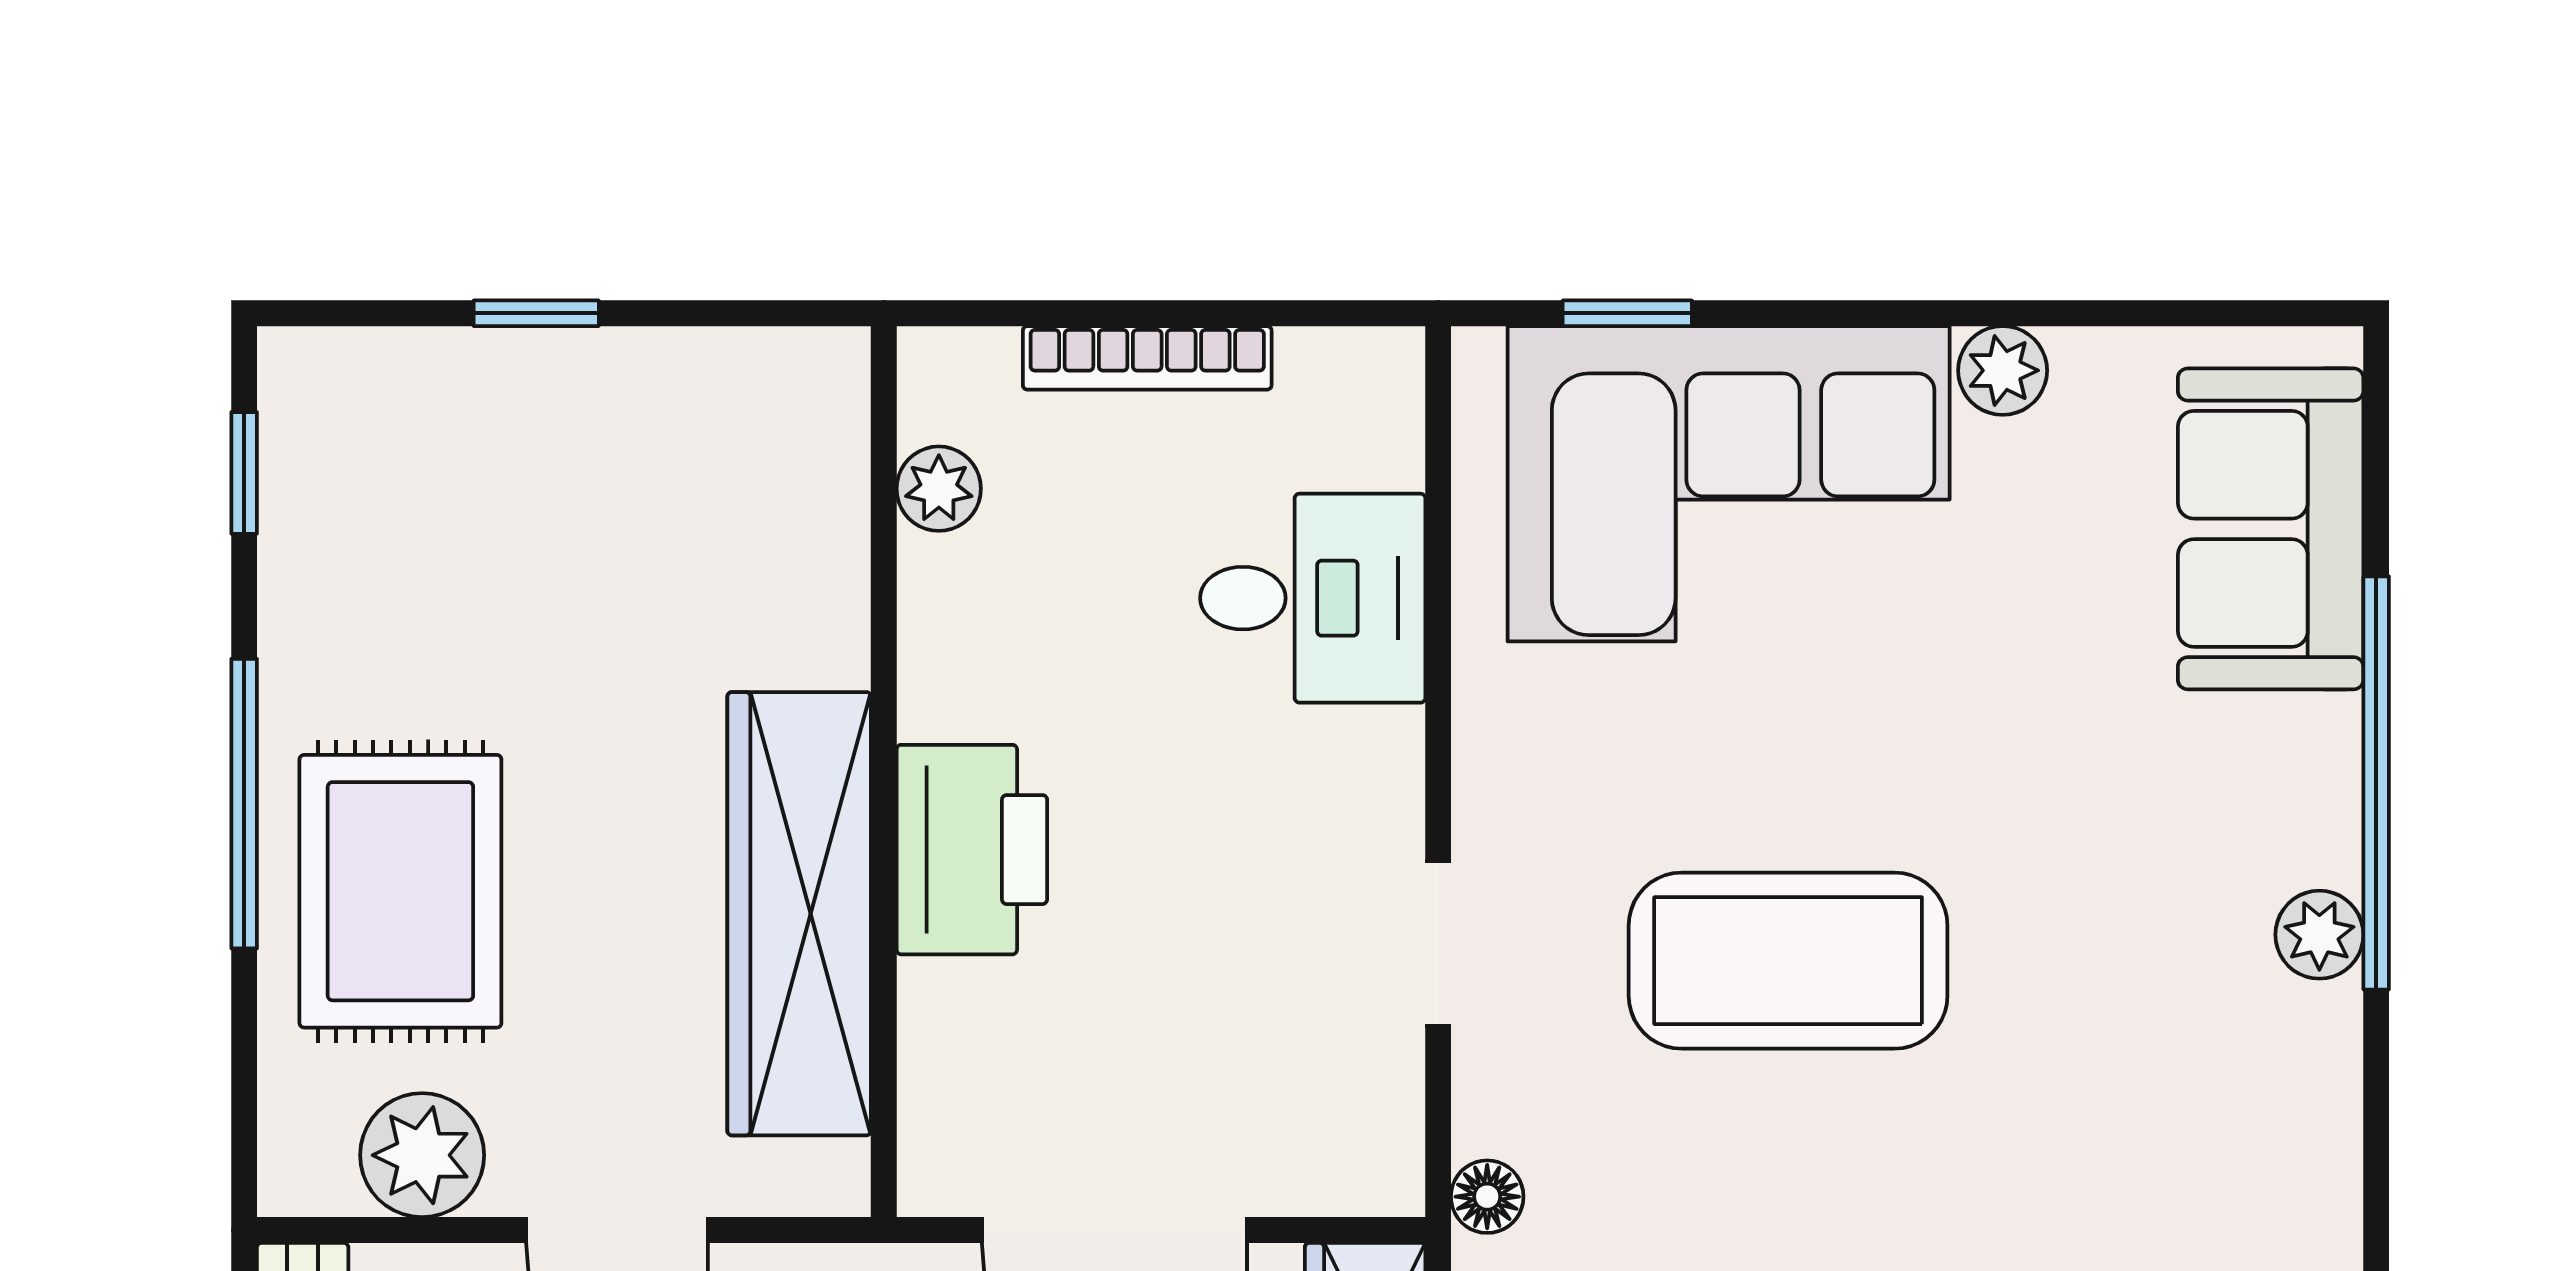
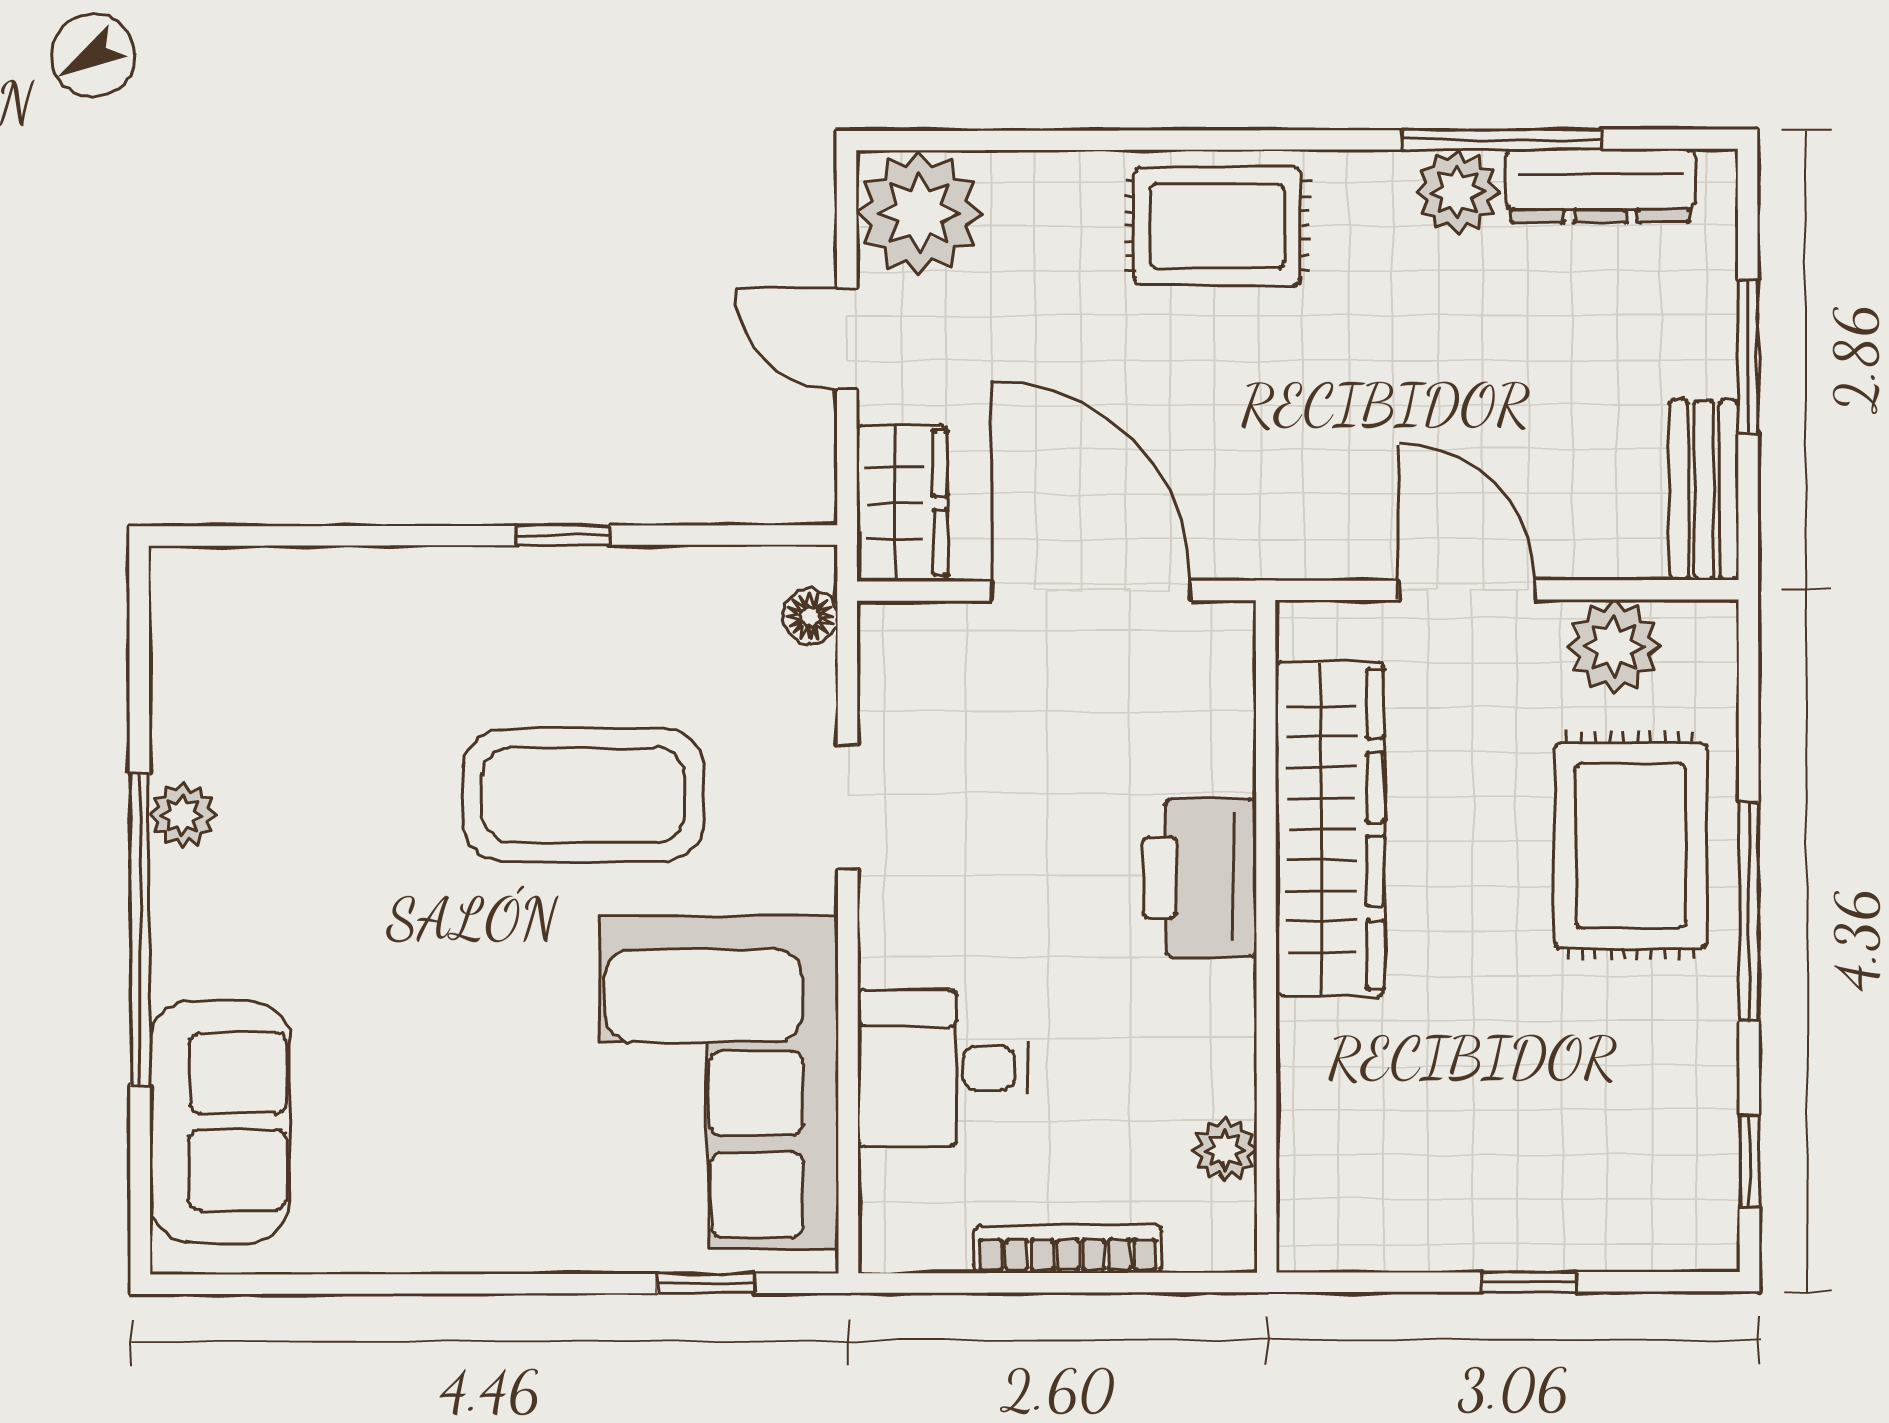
plant: (2003, 370) -> (422, 1241), removed
corner sofa: (1729, 484) -> (719, 1082), moved, turned -90

